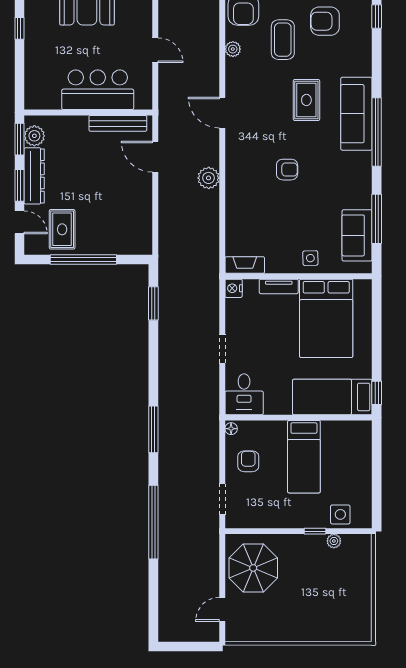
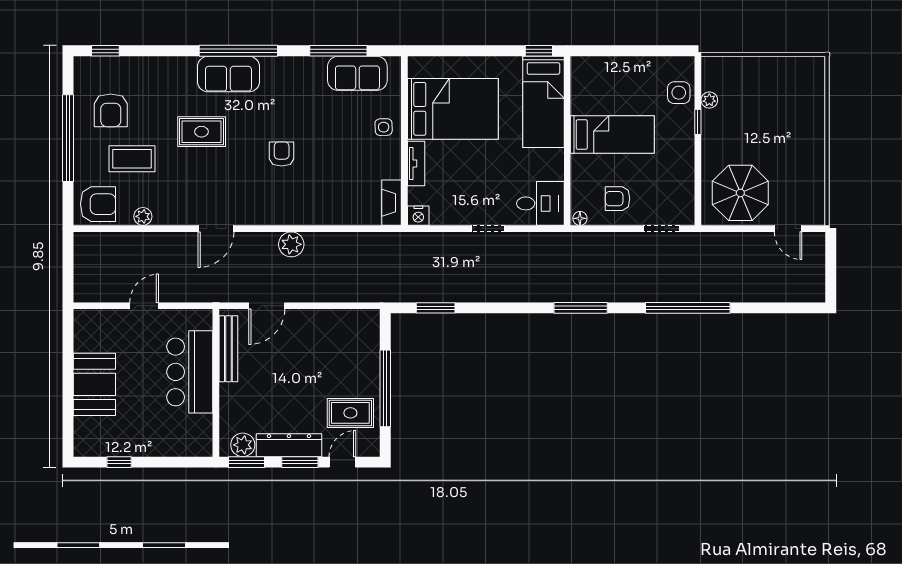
sofa: (356, 114) -> (228, 74), width x0.73

